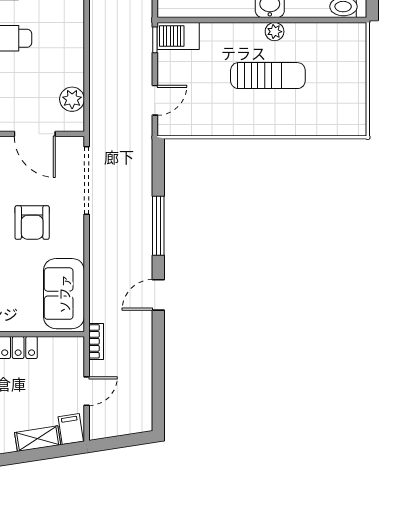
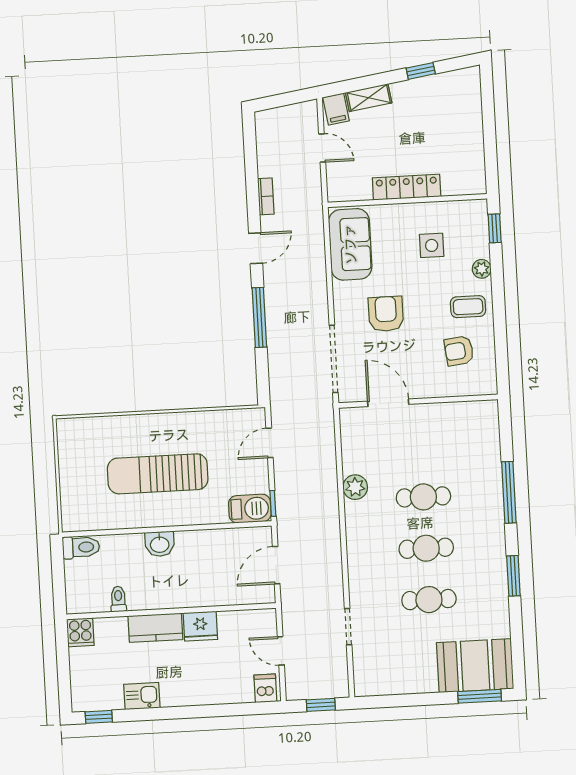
plant: (275, 32) -> (153, 518), removed
sun lounger: (268, 76) -> (158, 474), width x1.36, depth x1.34
plant: (72, 99) -> (355, 487), moved
bookcase: (96, 341) -> (266, 196), moved, turned 180
door: (87, 391) -> (322, 148), swing flipped

